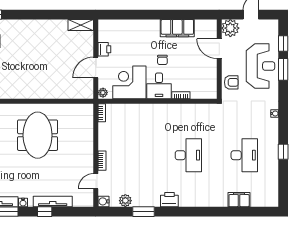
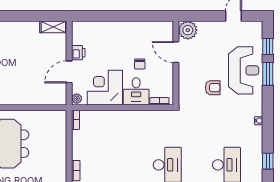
filing cabinet: (177, 28) -> (155, 30), removed
plant: (230, 28) -> (188, 30), moved
door: (219, 49) -> (176, 52), moved
wall: (219, 59) -> (176, 63), moved

